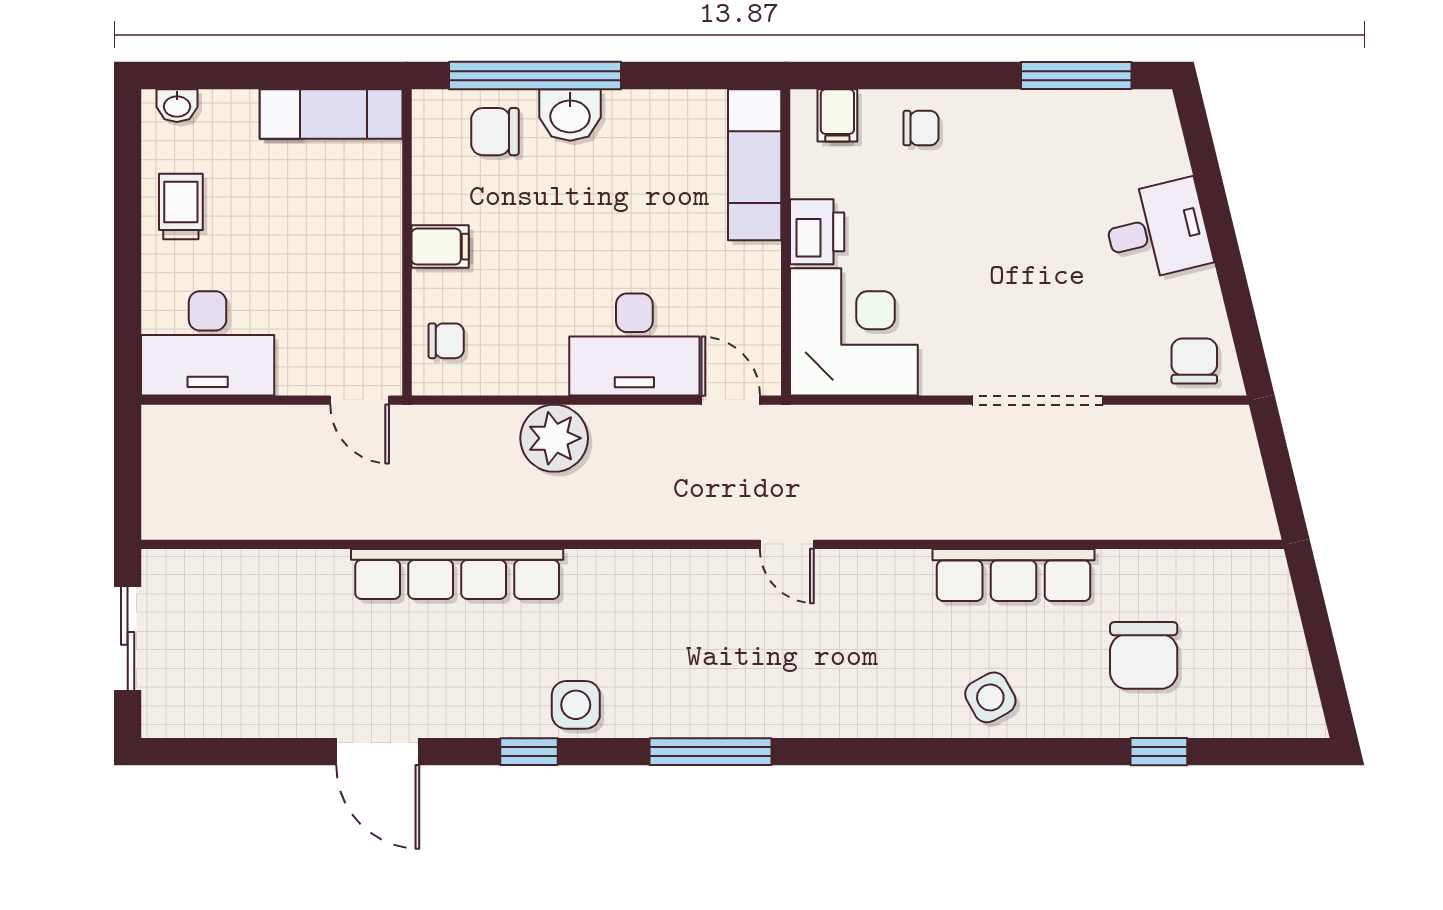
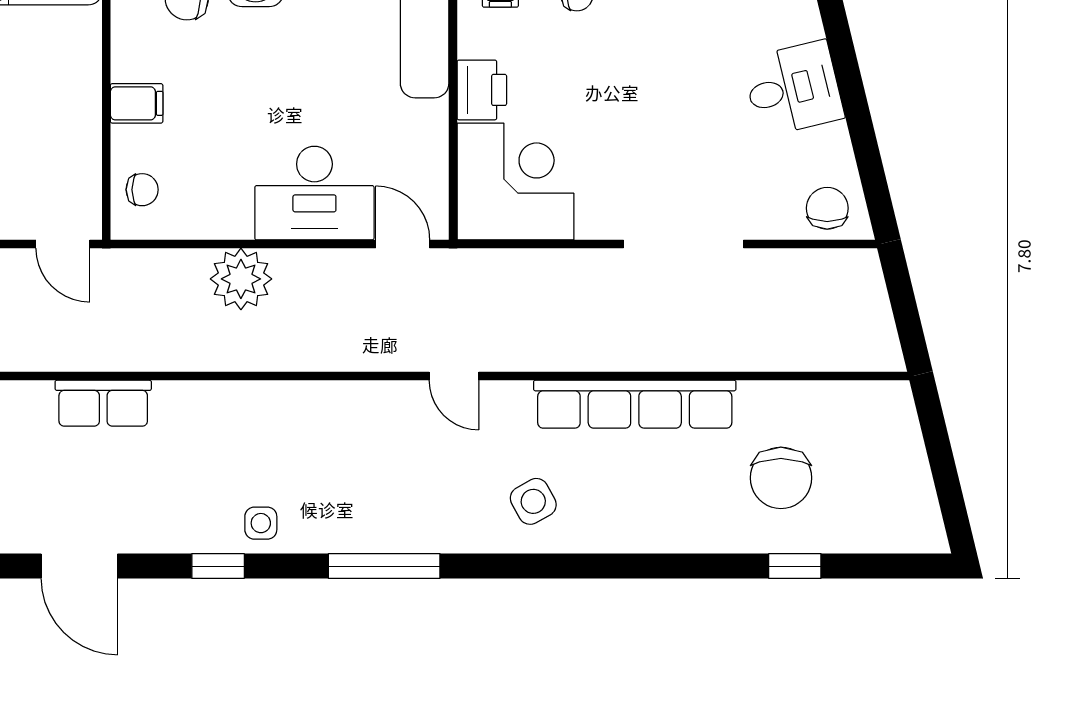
row of seats: (457, 574) -> (103, 403), width x0.50
row of seats: (1014, 575) -> (635, 404), width x1.36
side table: (990, 697) -> (533, 501), moved
side table: (576, 705) -> (261, 523), width x0.73, depth x0.73

